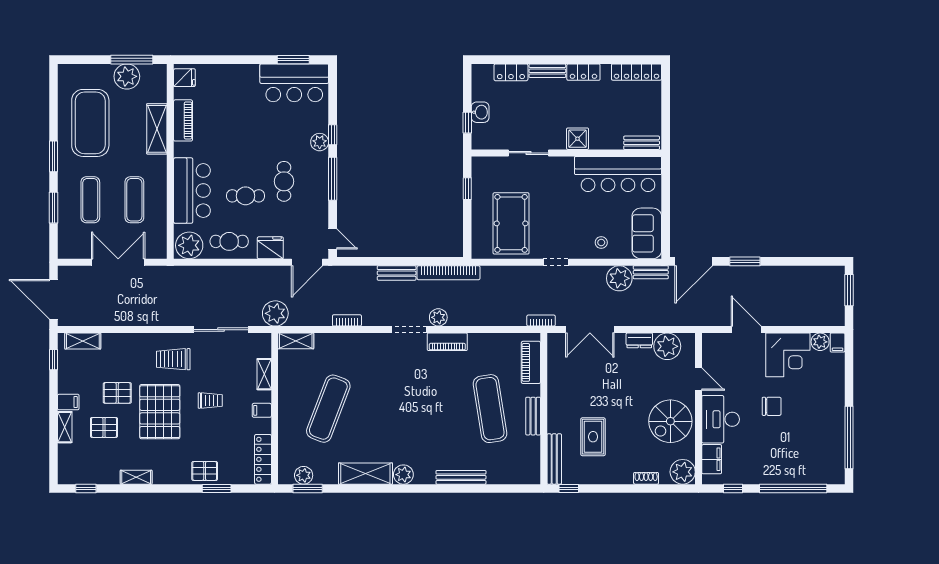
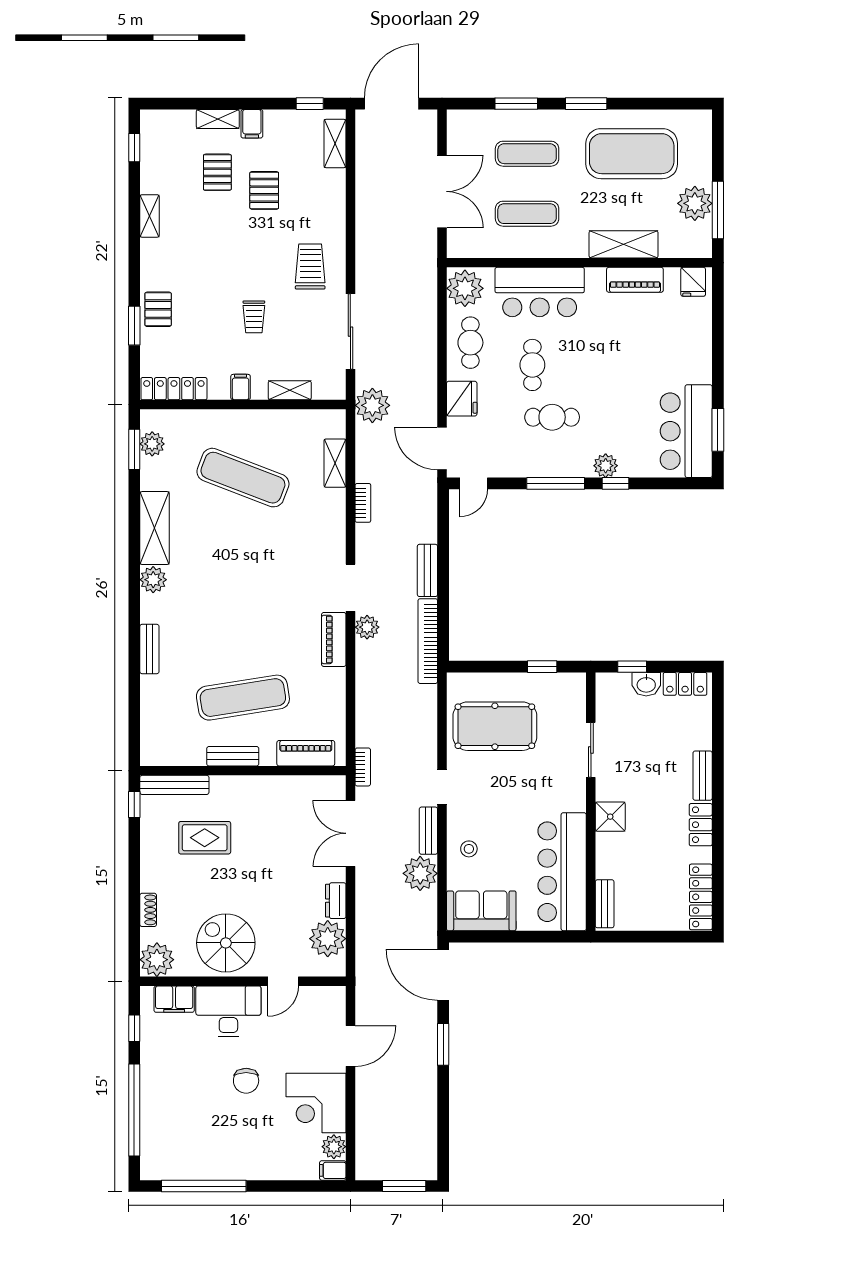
locker: (511, 72) -> (685, 684), moved, turned -90
bench: (651, 272) -> (428, 831), moved
shelving: (296, 341) -> (335, 463), moved
pallet: (160, 412) -> (239, 248), removed
bench: (461, 477) -> (149, 649), width x0.73

